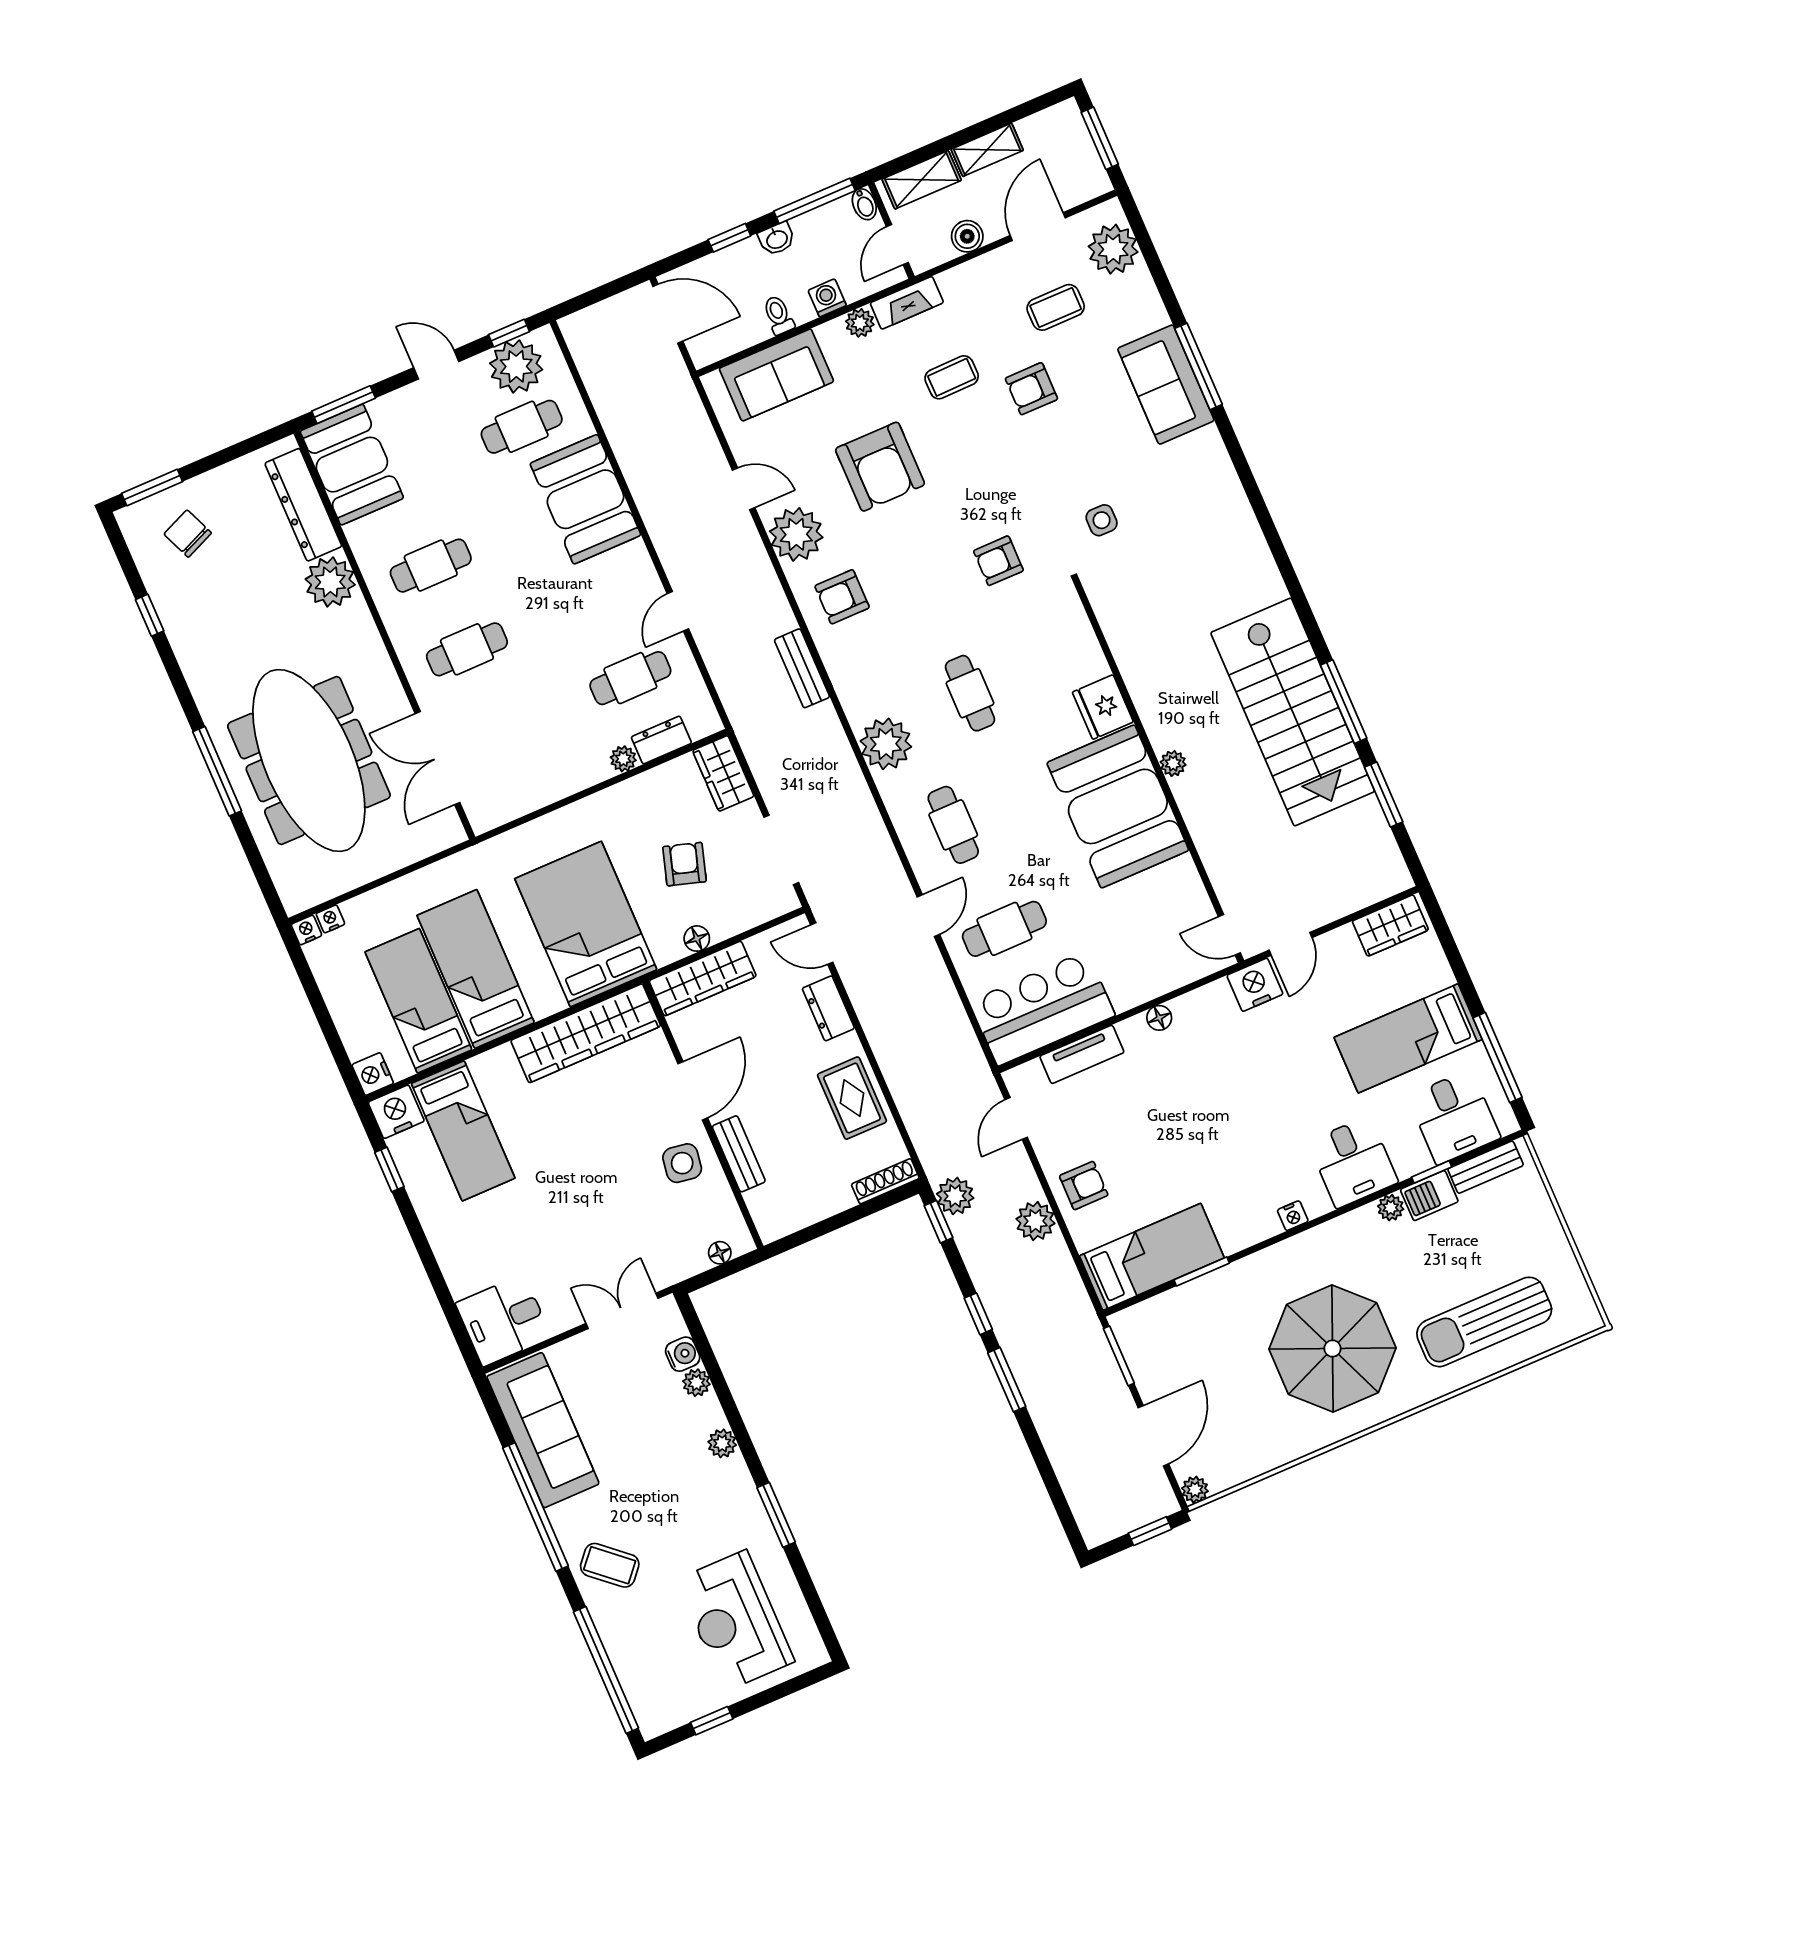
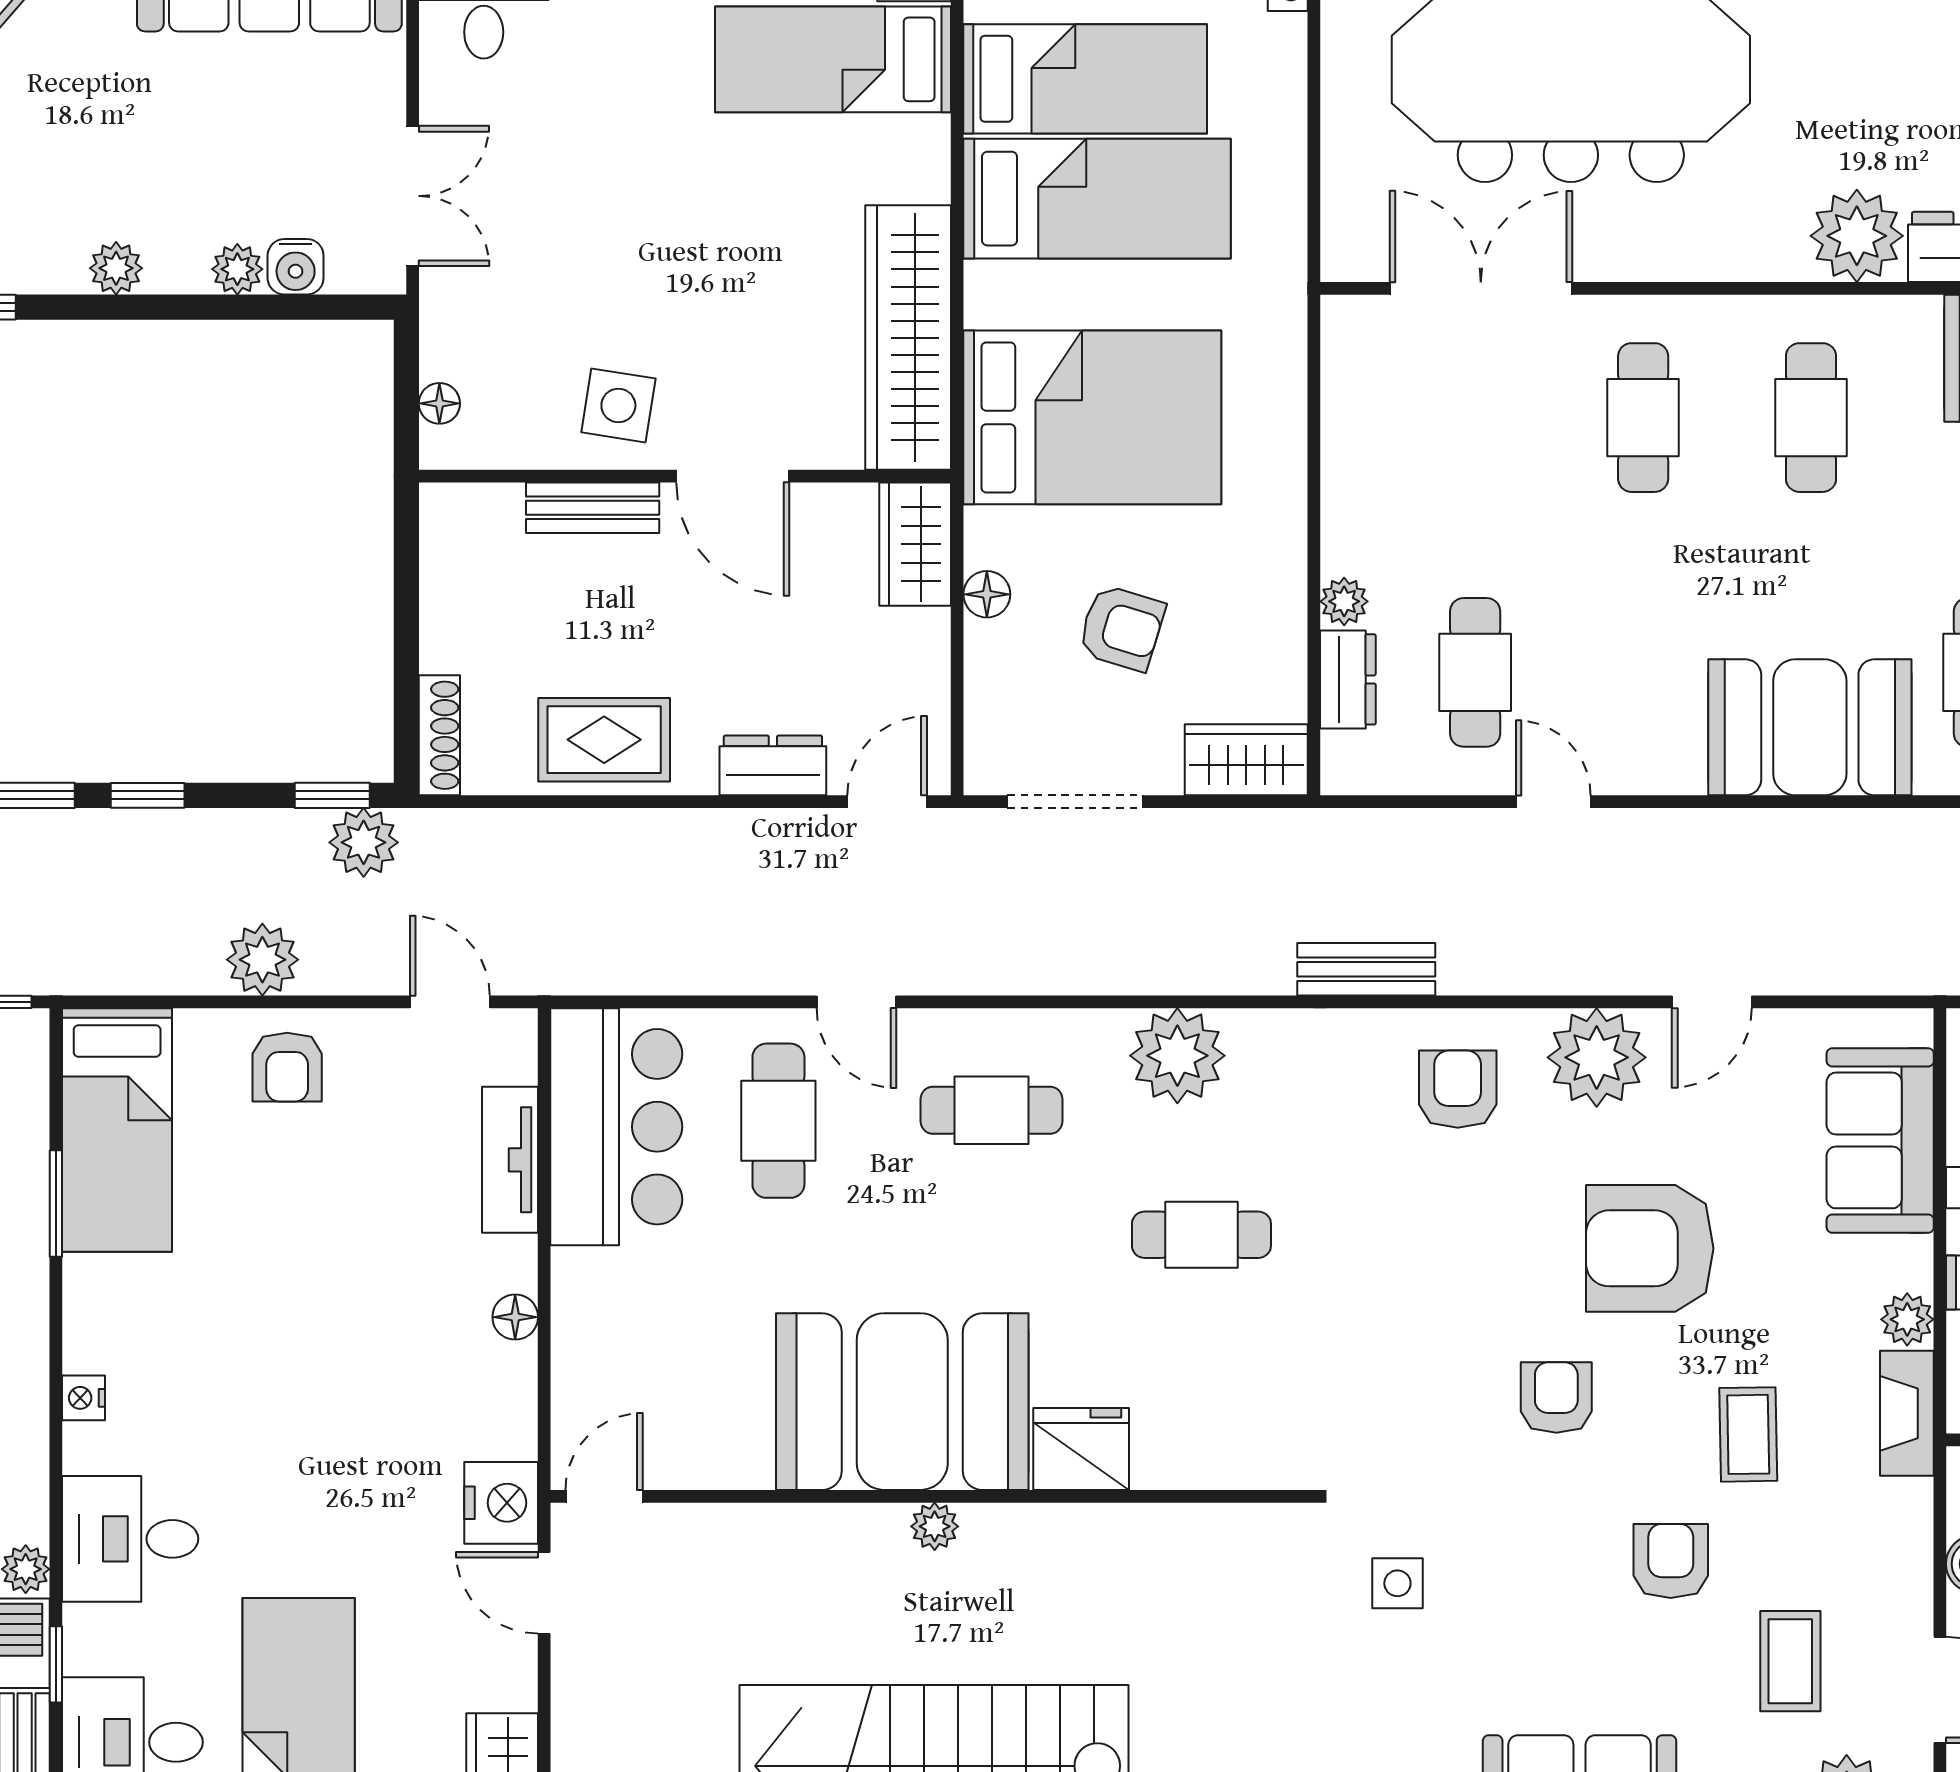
armchair: (998, 561) -> (1556, 1398), moved
wardrobe: (703, 978) -> (915, 544), width x0.67

